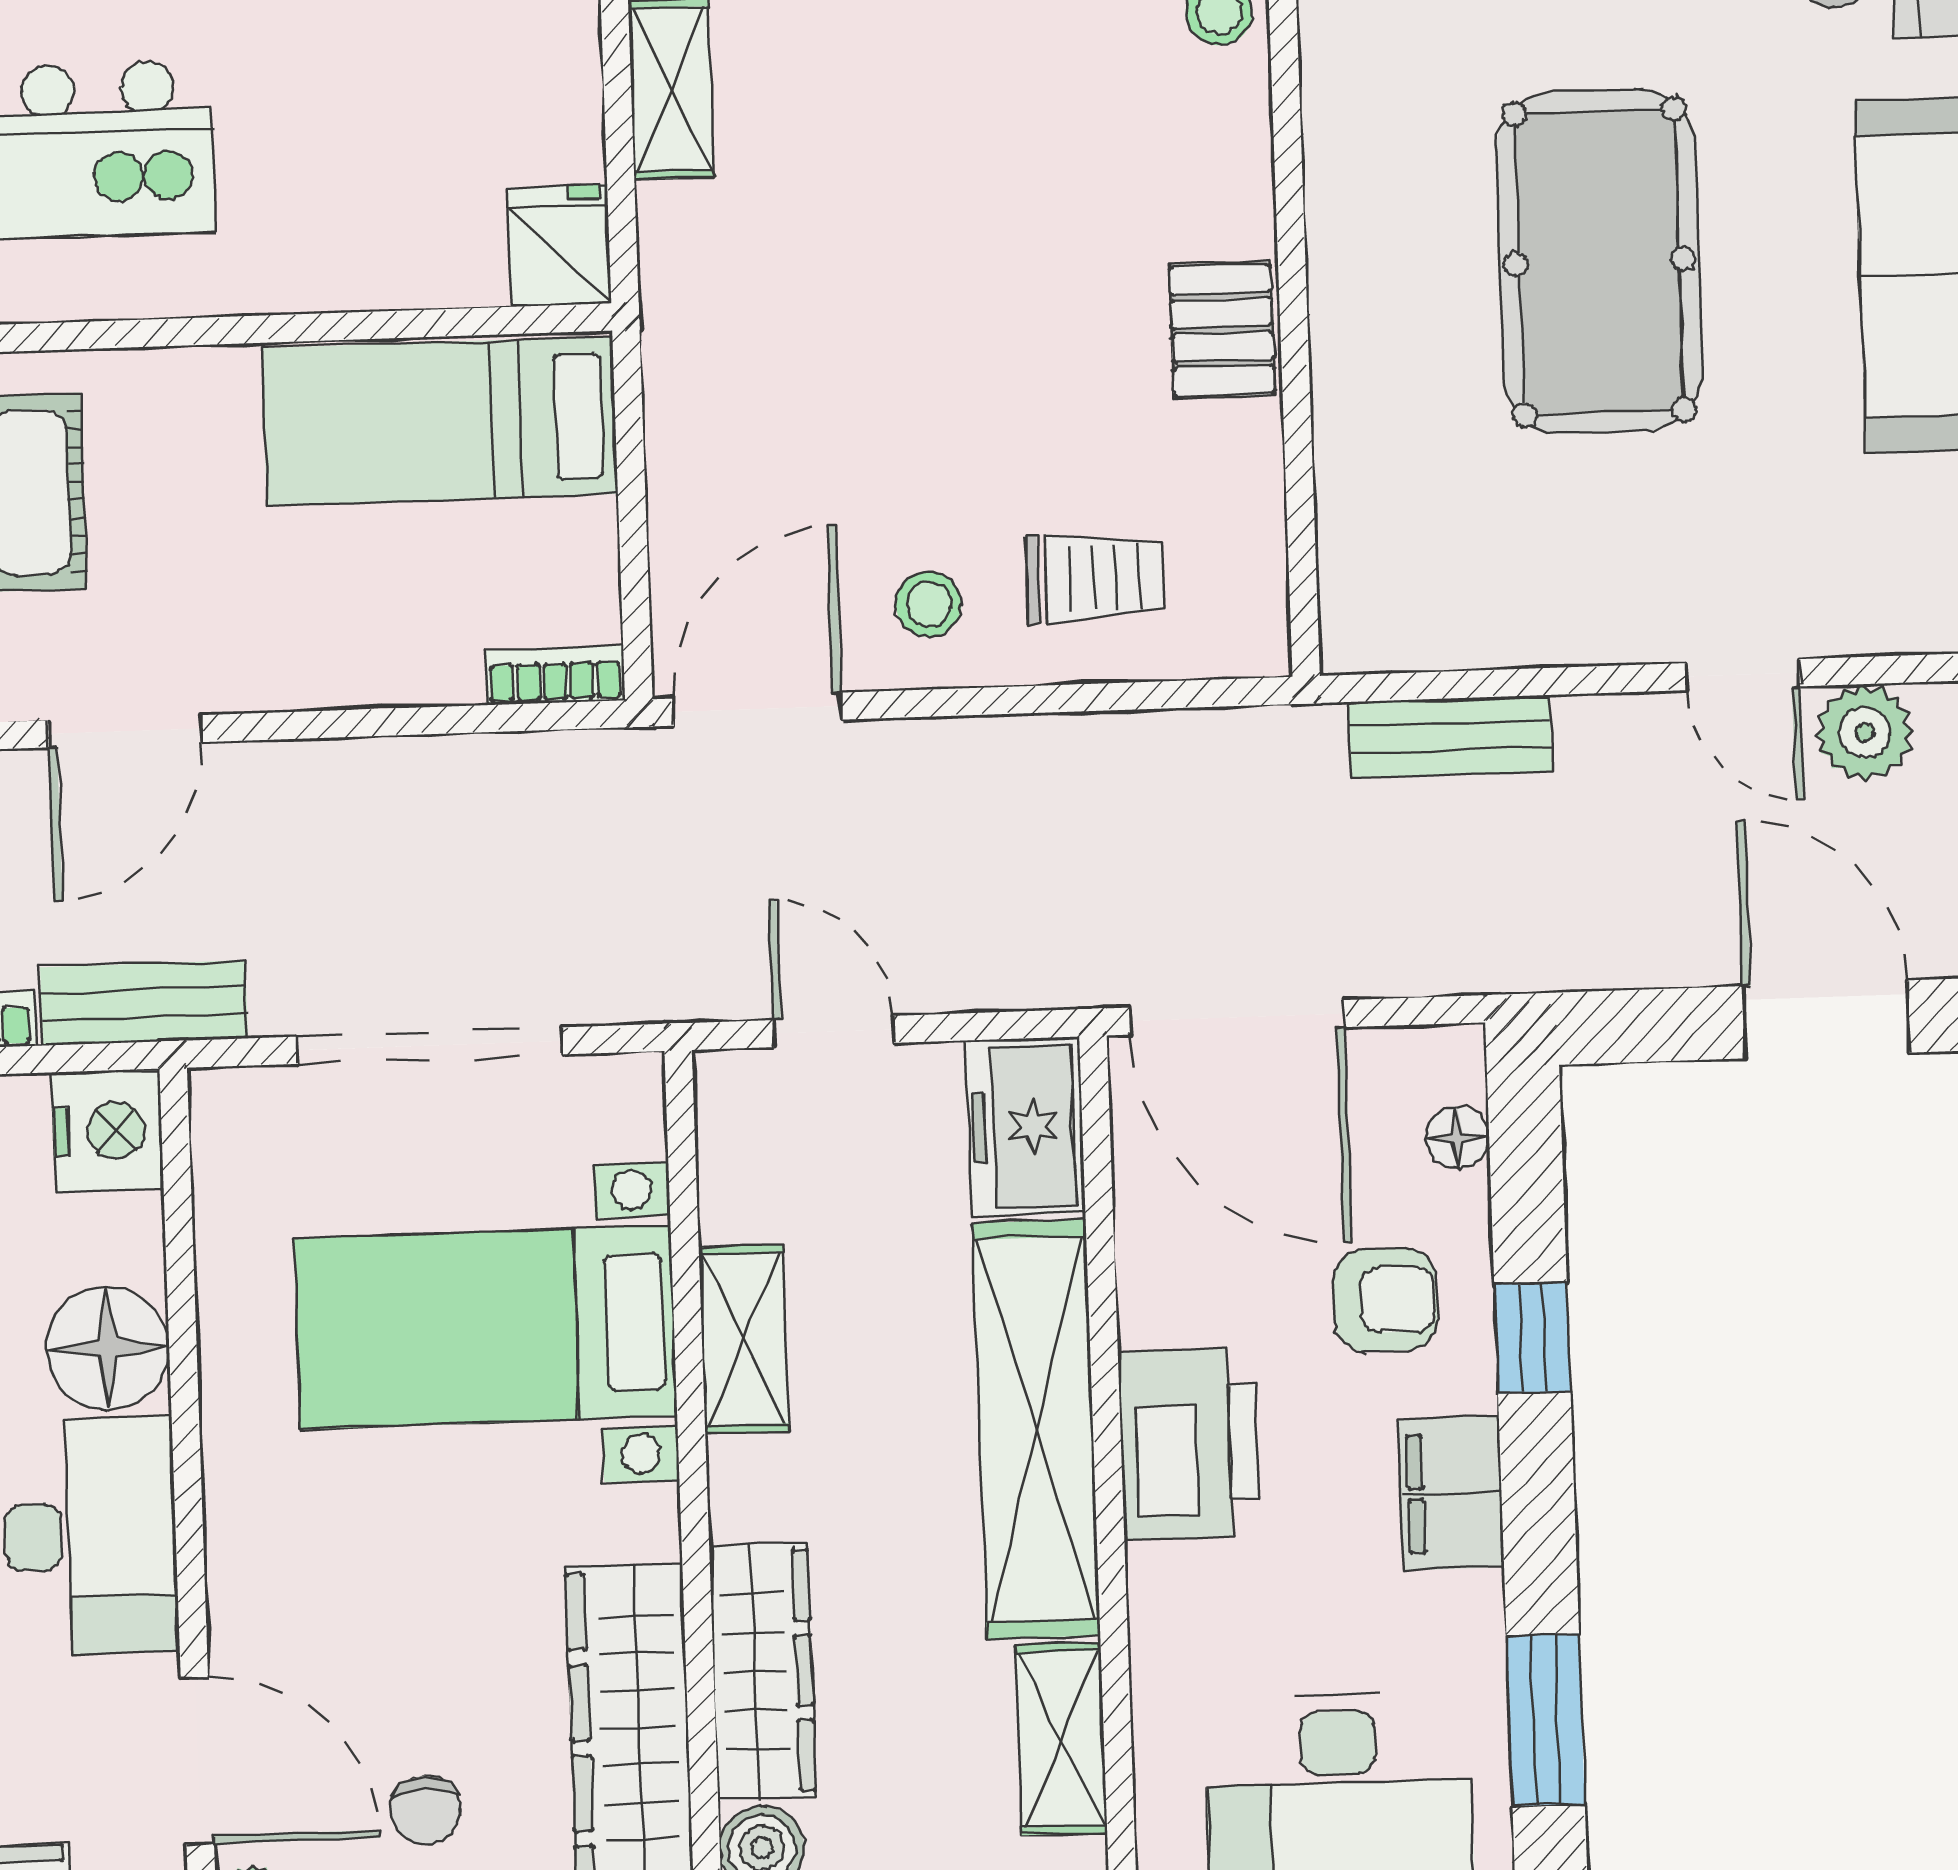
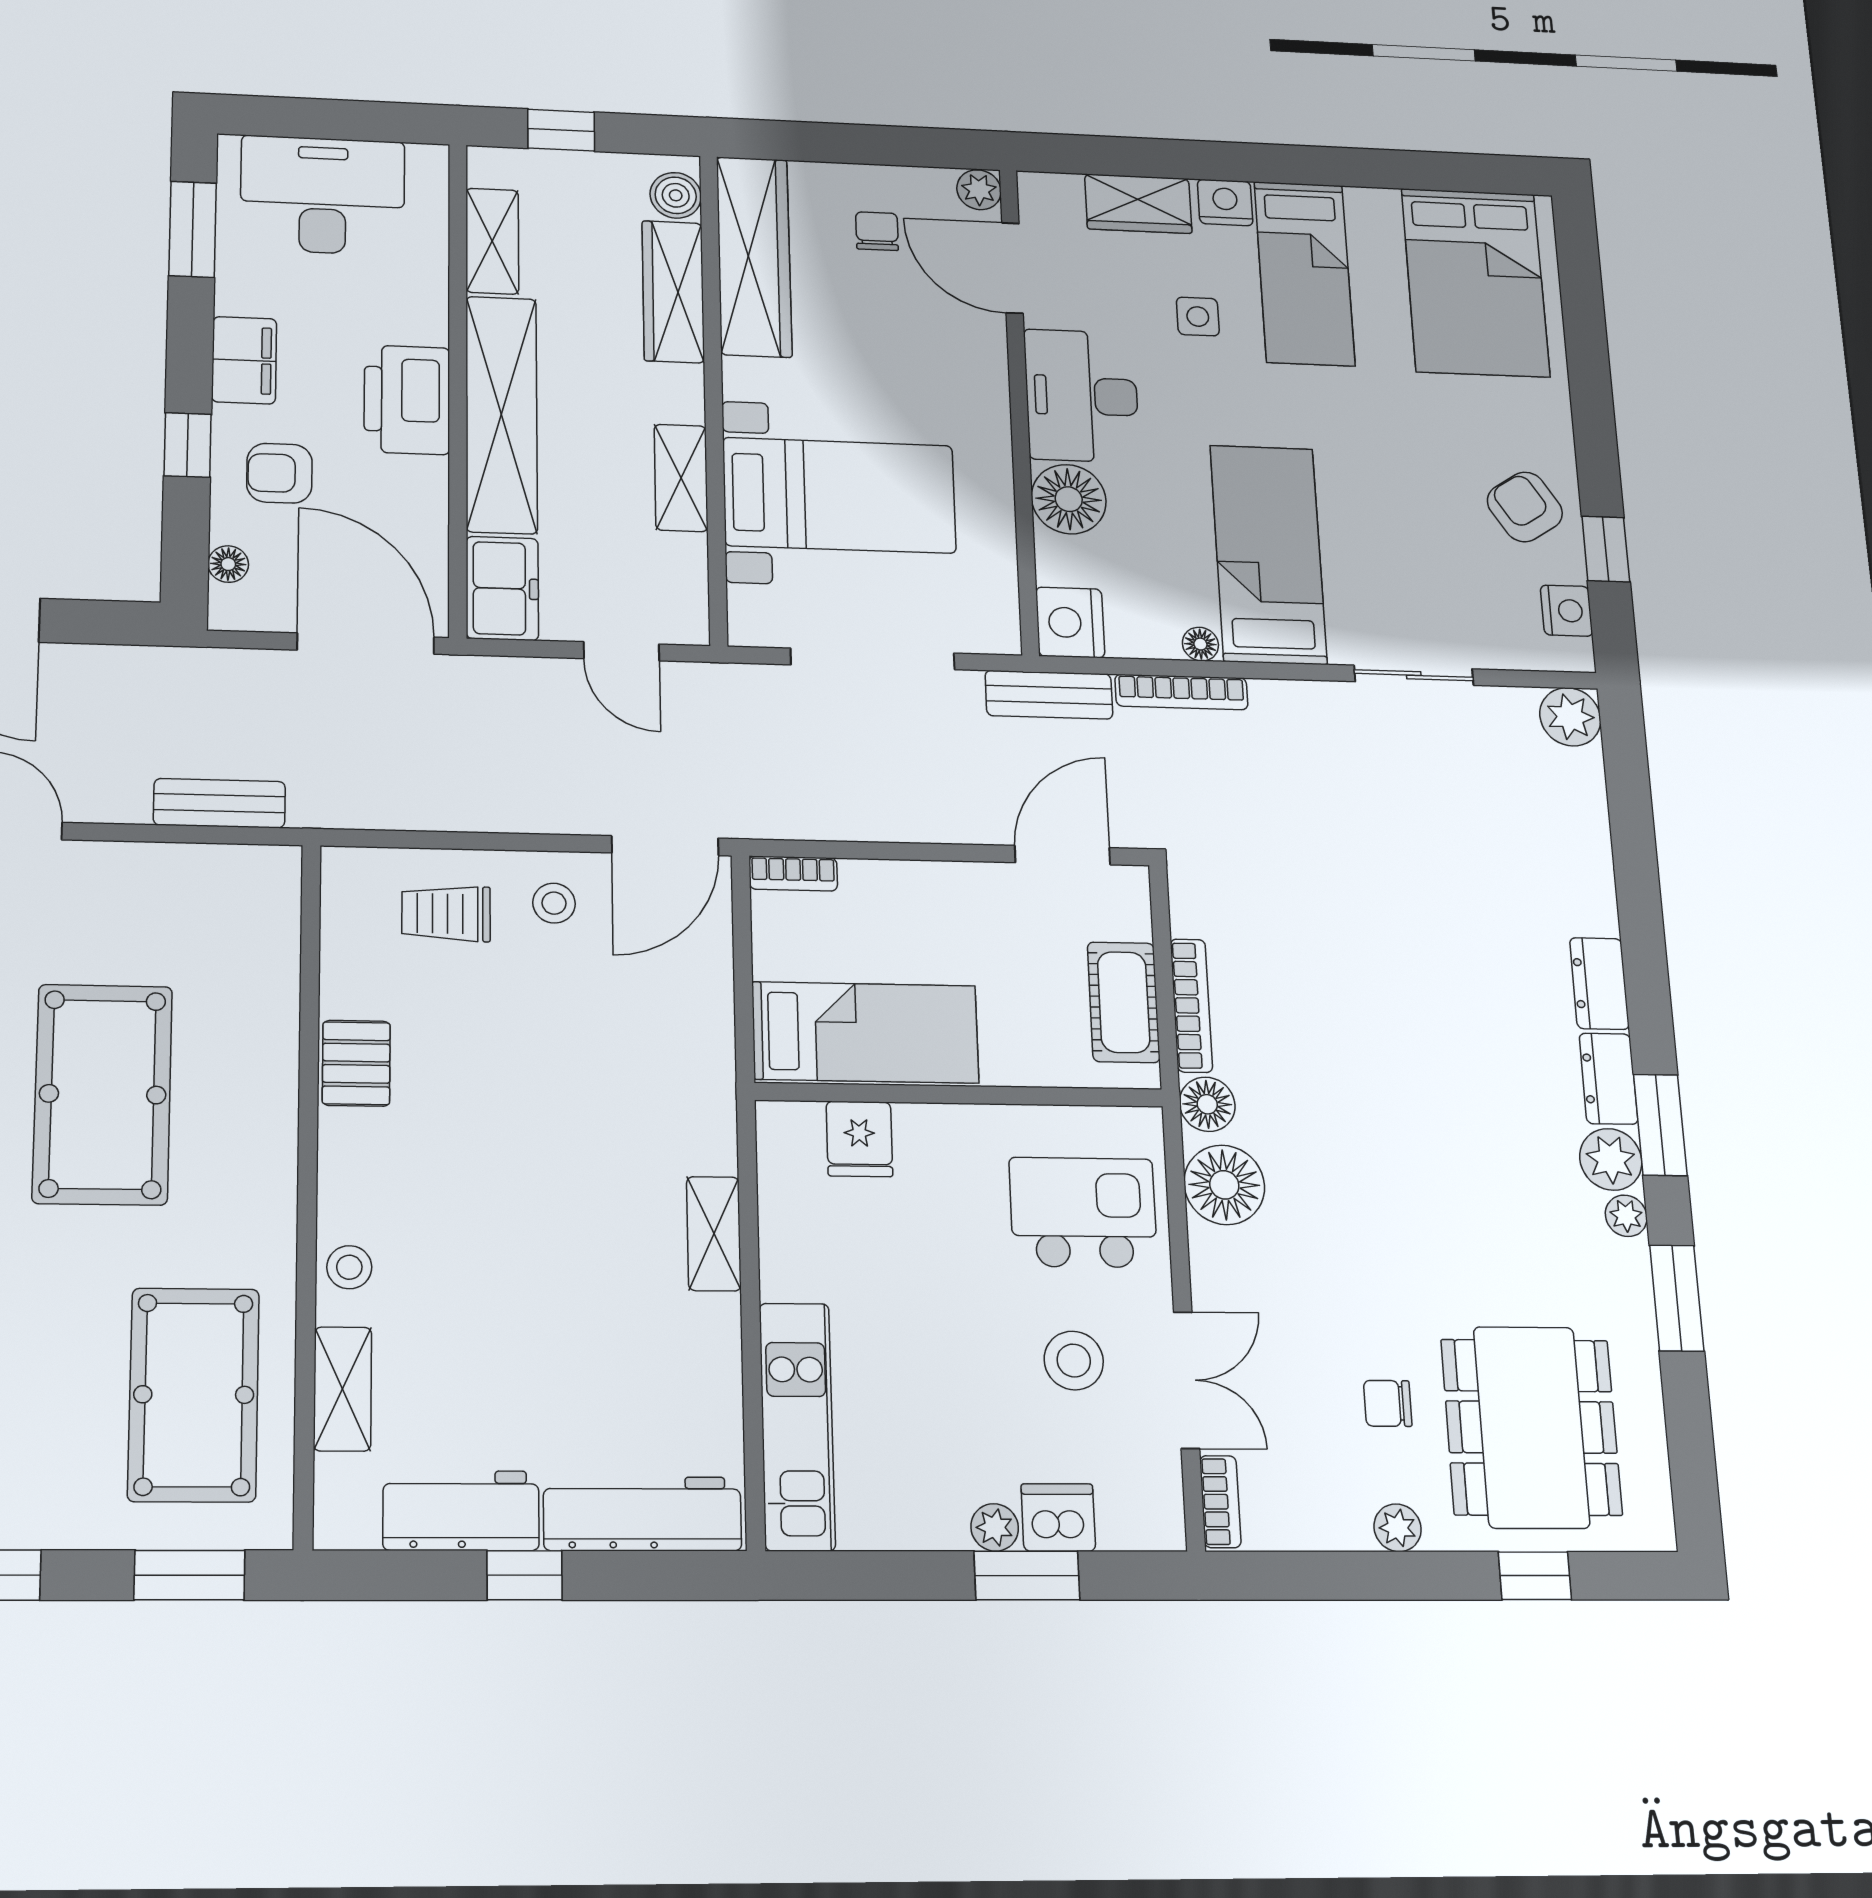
fridge: (559, 246) -> (859, 1139), moved

